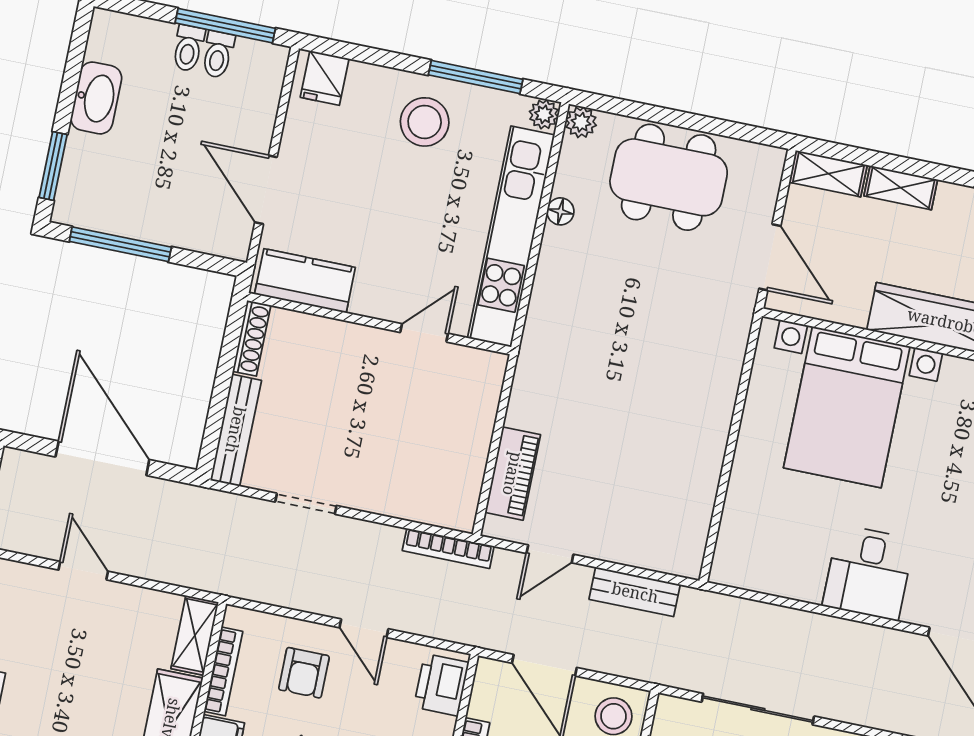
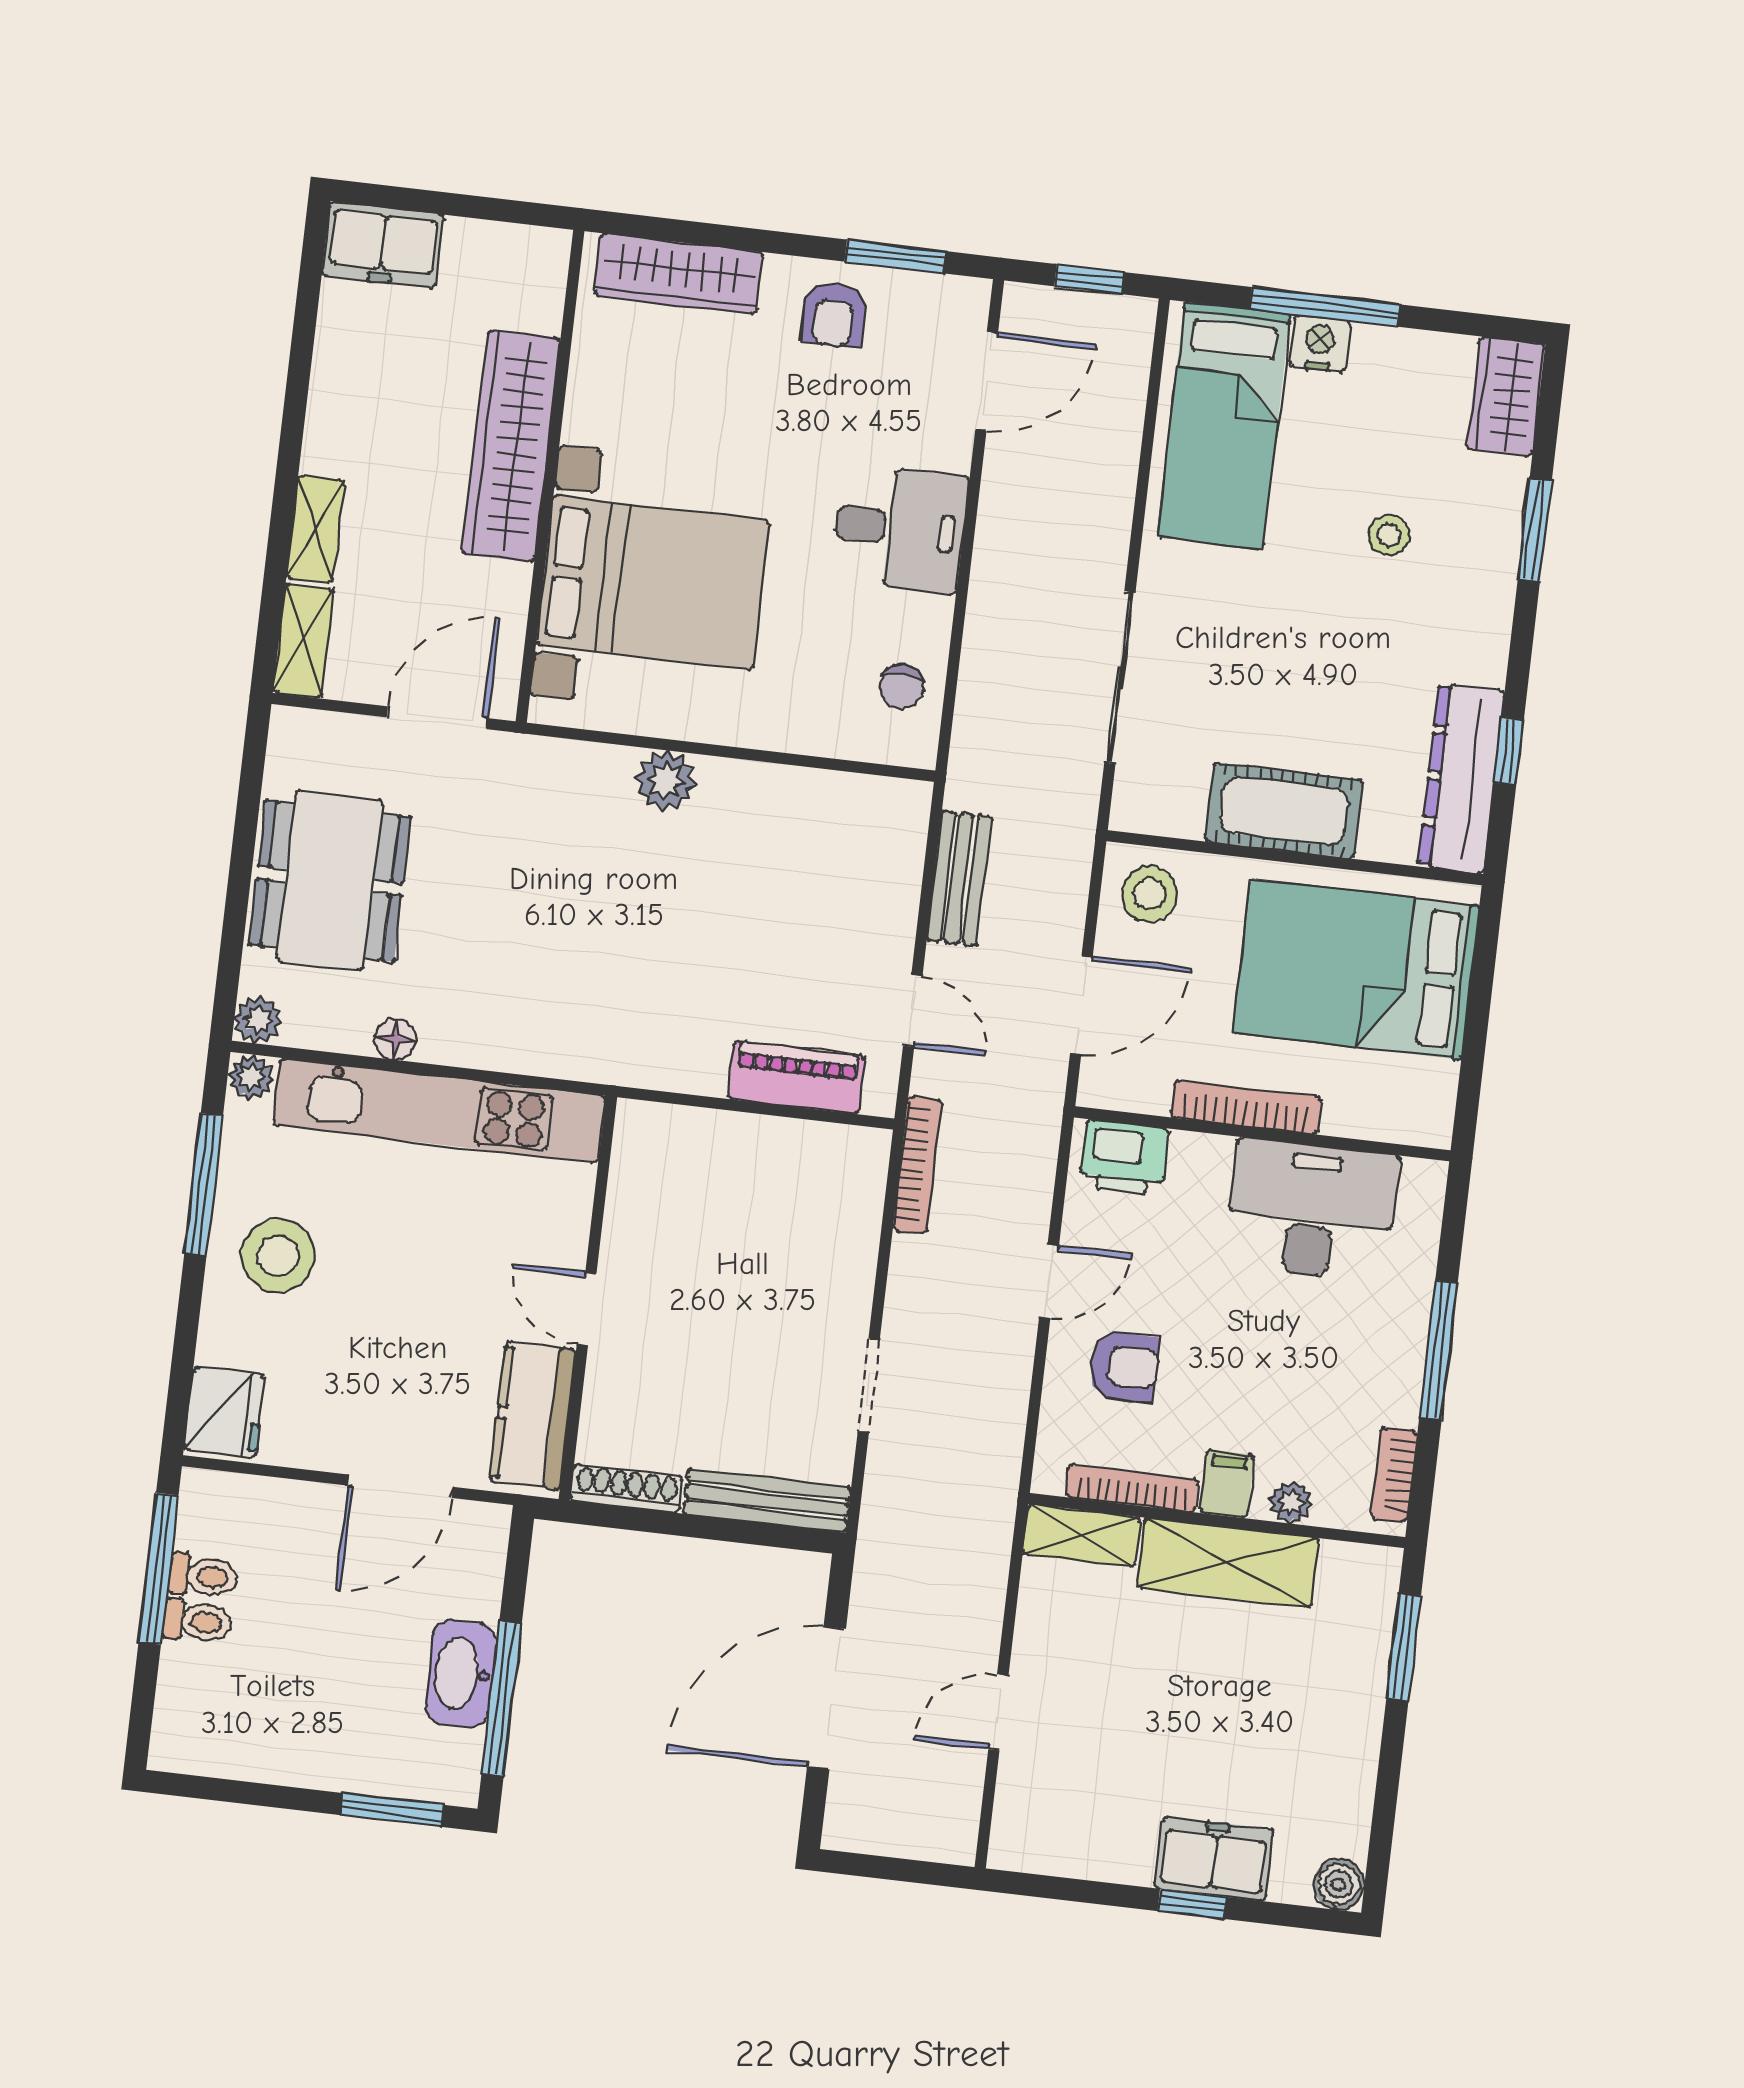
fridge: (325, 78) -> (224, 1412), width x1.38
washbasin: (96, 98) -> (461, 1674), moved, turned -90
door: (424, 333) -> (587, 1309), moved
plant: (716, 404) -> (665, 781), added
chair: (764, 565) -> (902, 687), added

